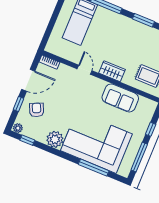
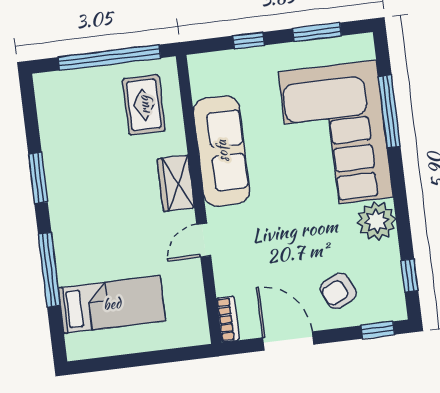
sofa: (120, 98) -> (222, 151), width x1.36
window: (19, 104) -> (378, 330), moved
plant: (18, 128) -> (396, 308), removed
window: (139, 157) -> (317, 32), width x0.69

